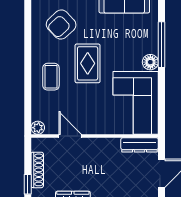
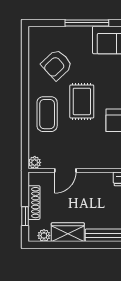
coffee table: (51, 77) -> (47, 114), width x1.36, depth x1.30
door: (70, 136) -> (65, 170), swing flipped

